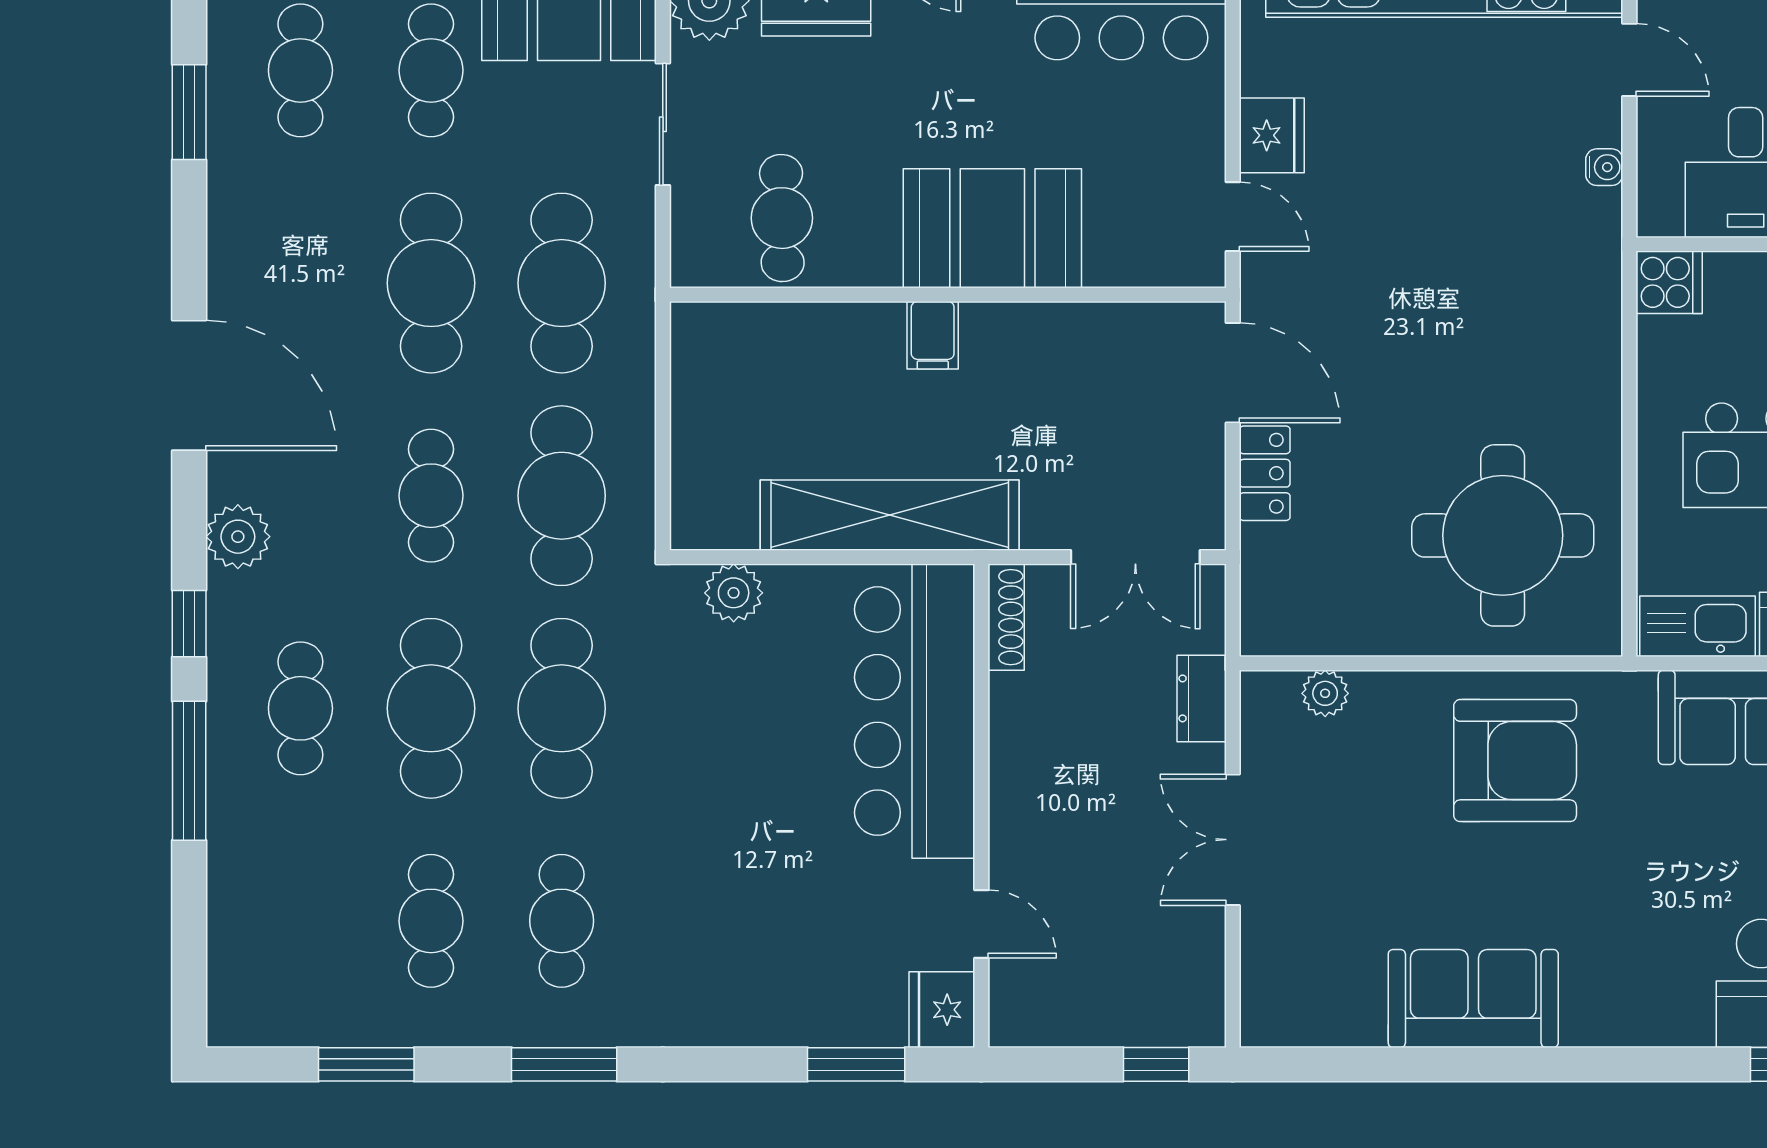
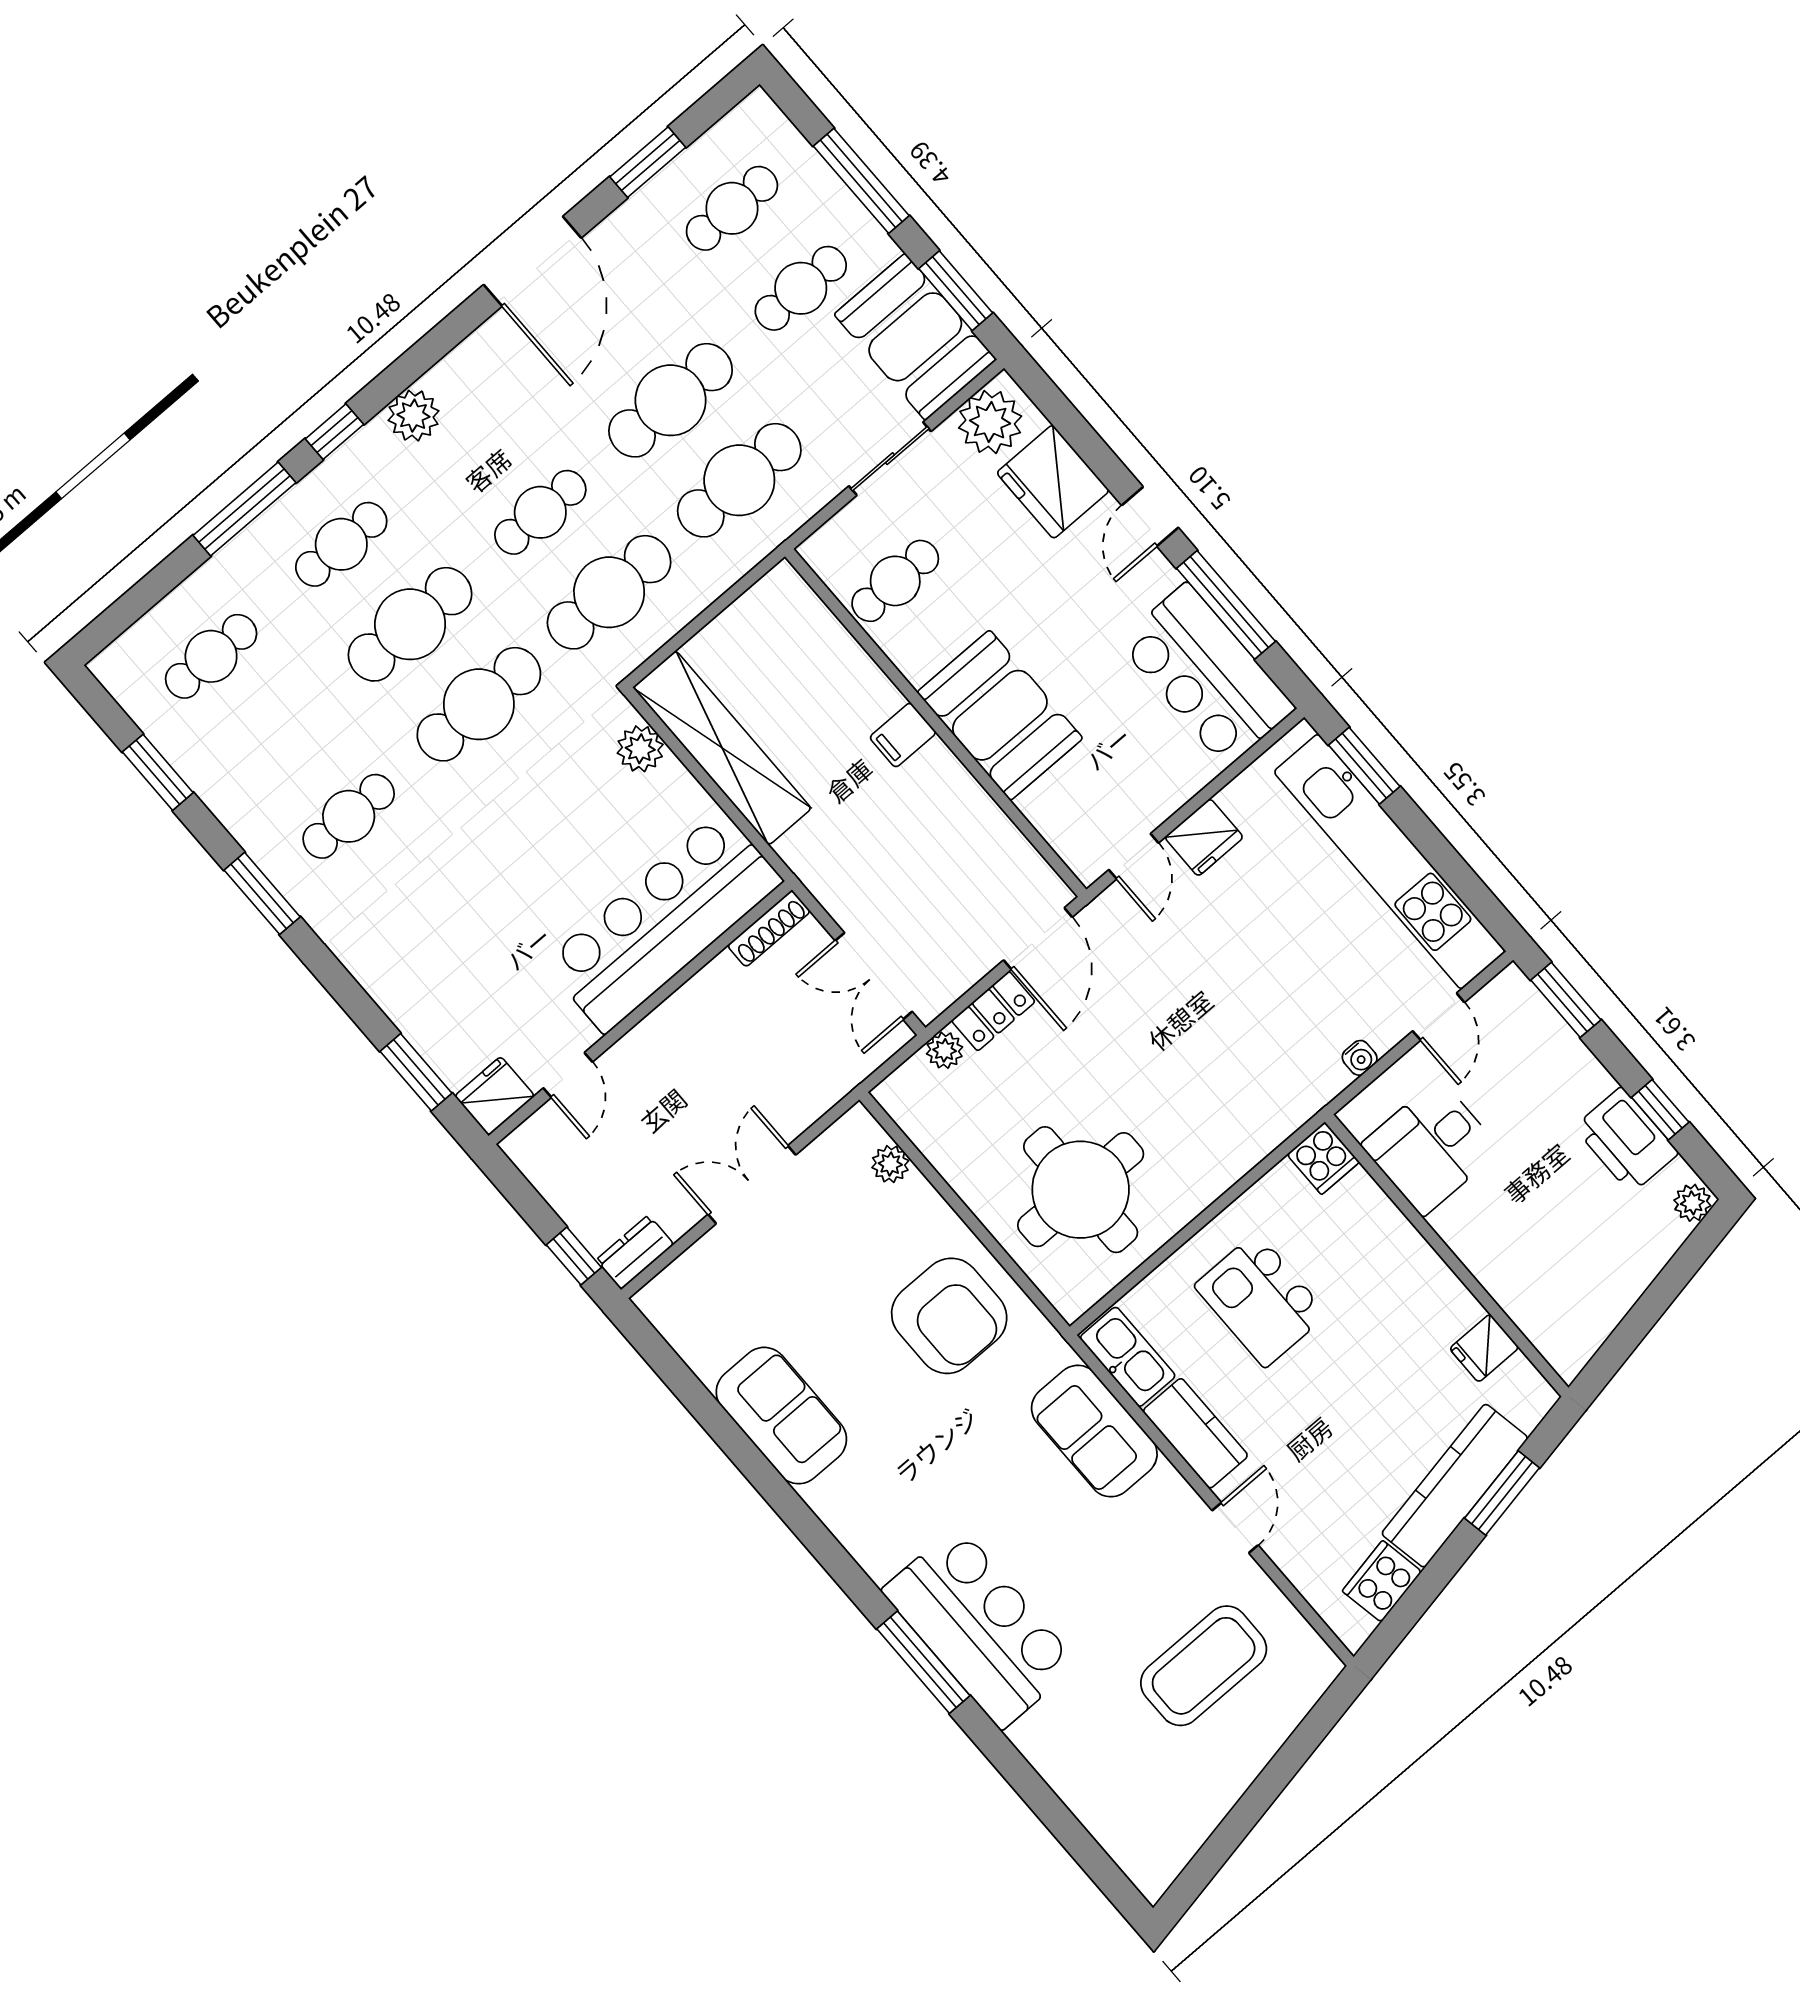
door: (189, 385) -> (532, 261), moved
shelving: (890, 515) -> (722, 748), moved
plant: (1262, 551) -> (945, 1050), added
dresser: (1202, 698) -> (635, 1252), moved
cafe table: (431, 921) -> (211, 656), moved

